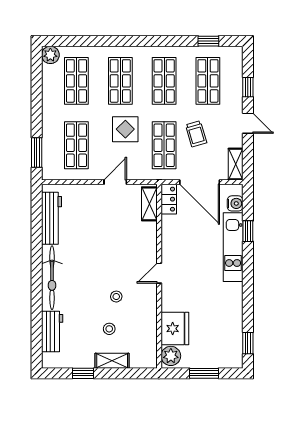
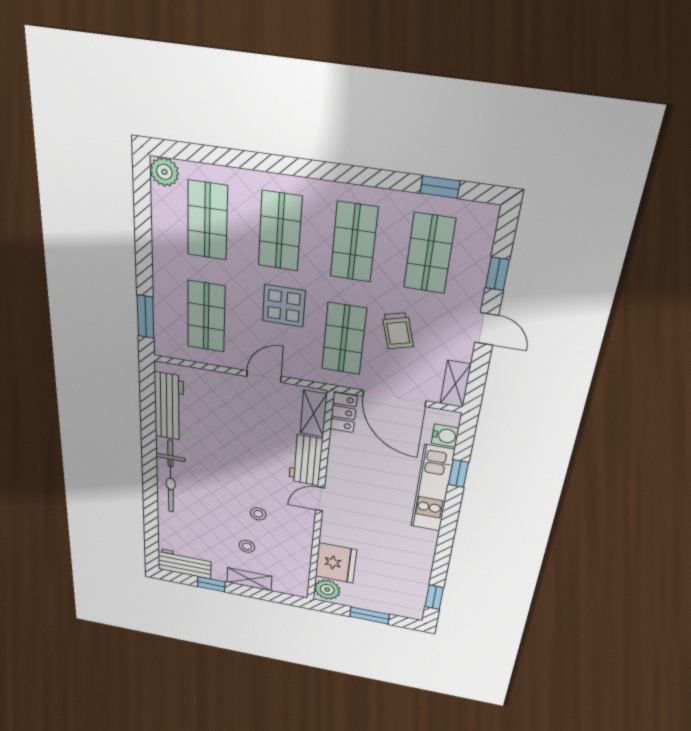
workbench: (147, 242) -> (306, 460), added
workbench: (52, 331) -> (184, 564), moved, turned -90

